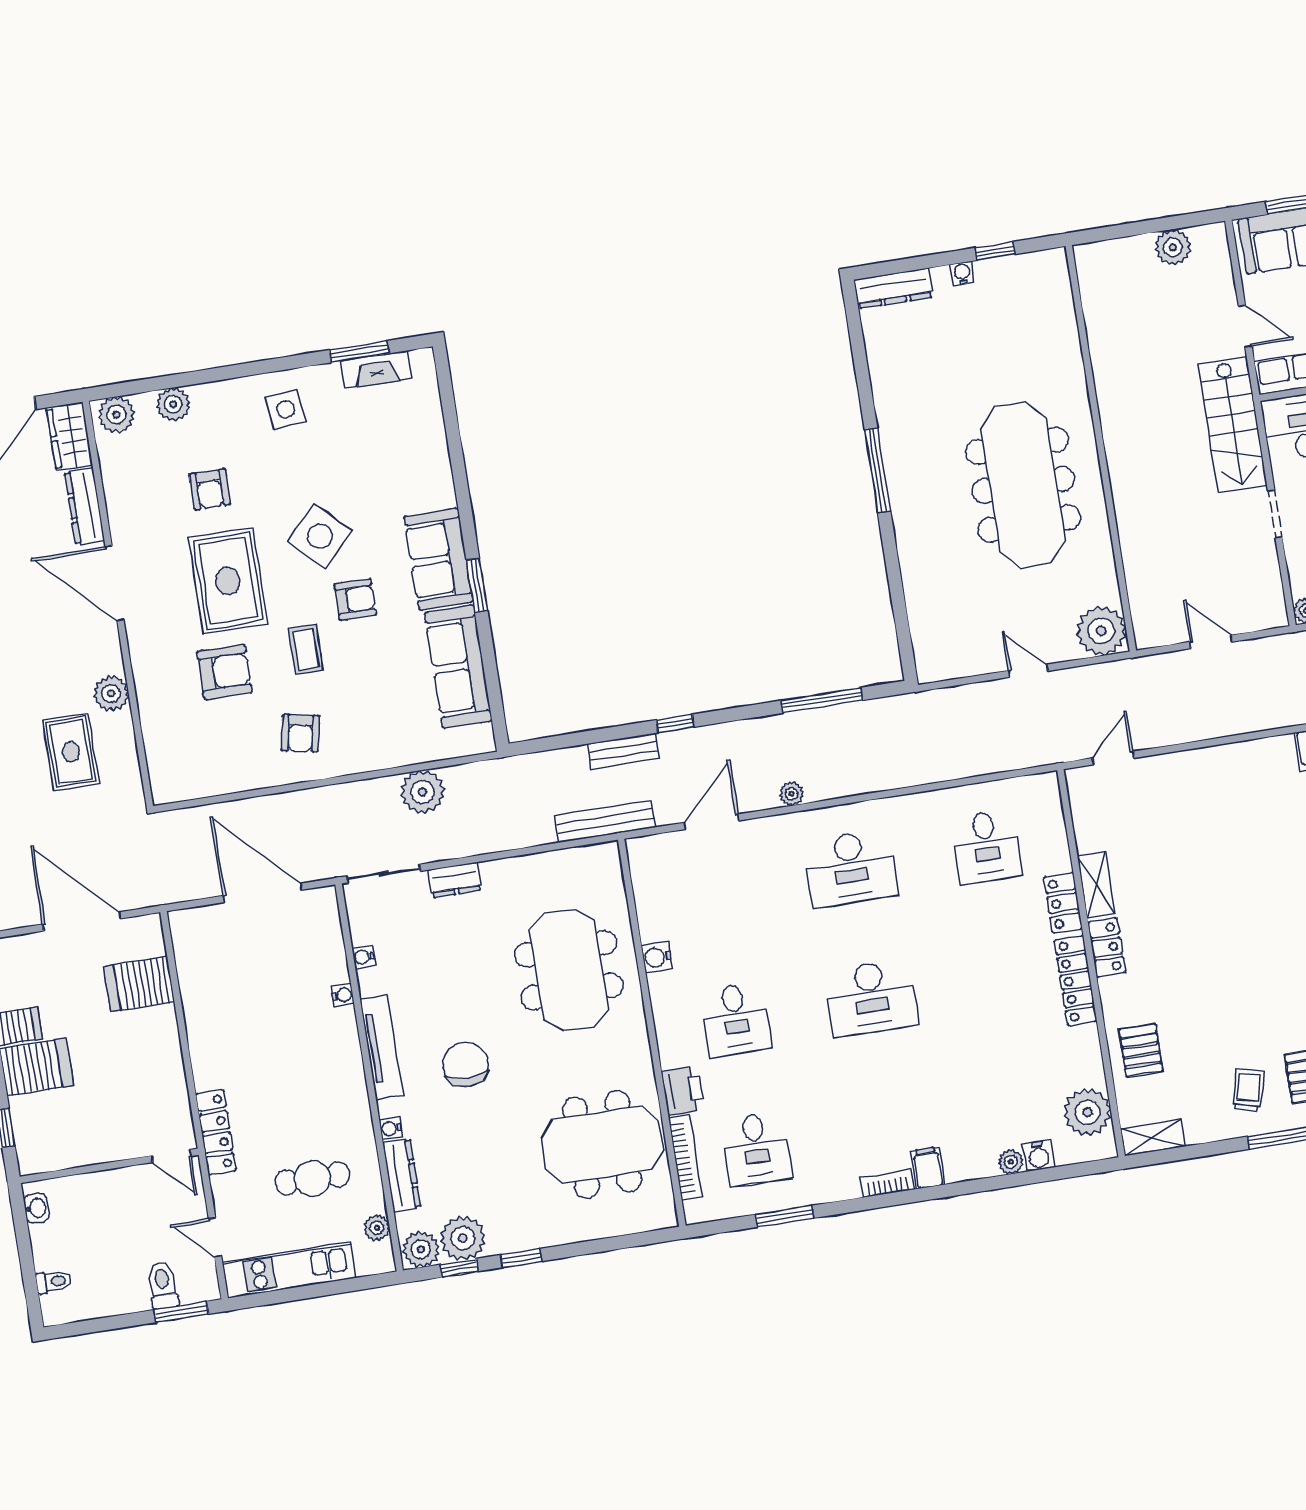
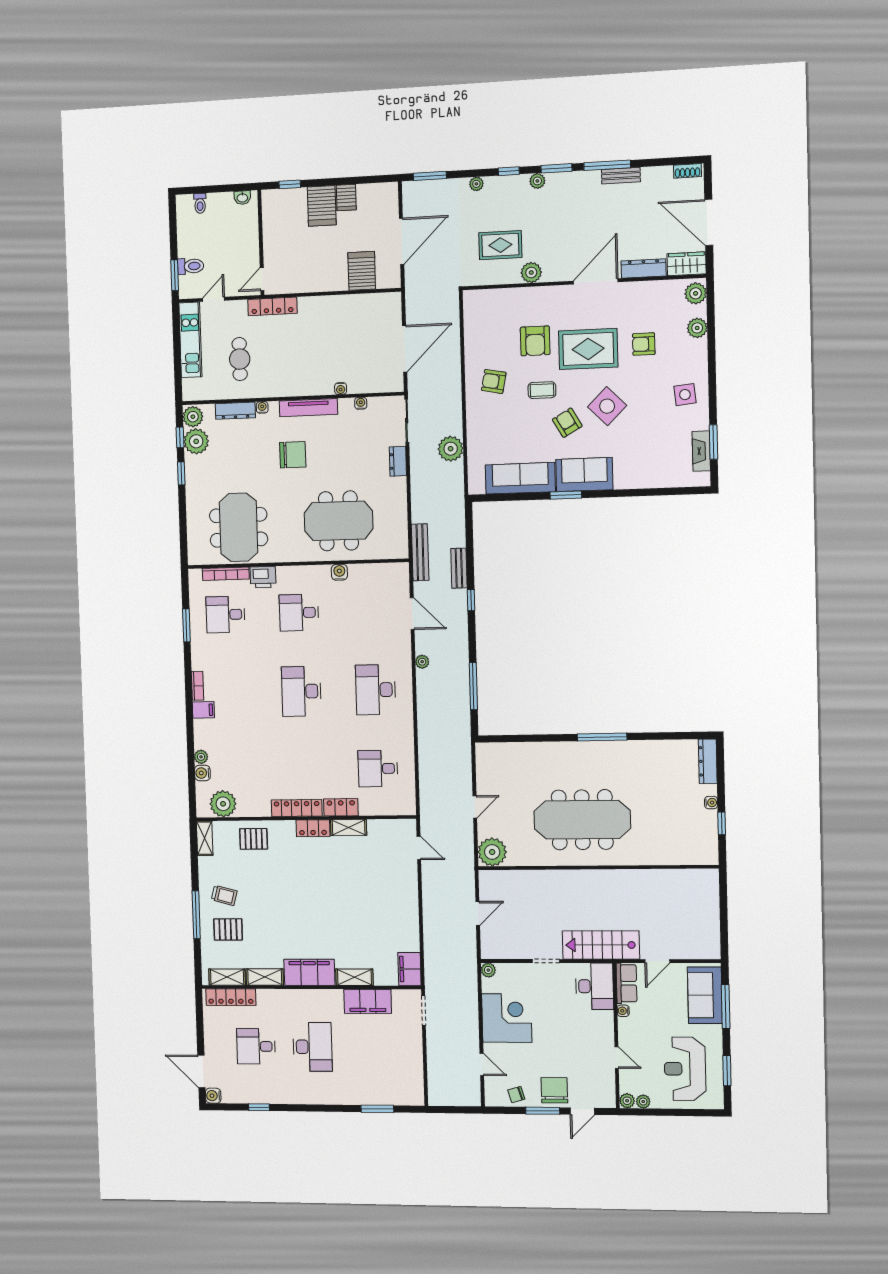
plant: (1173, 247) -> (710, 927), removed
armchair: (355, 600) -> (567, 423), turned 150
plant: (377, 1228) -> (208, 393), removed

